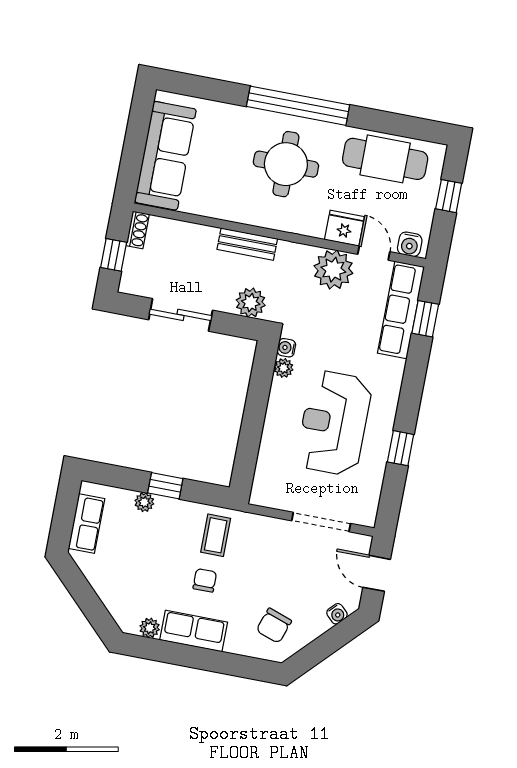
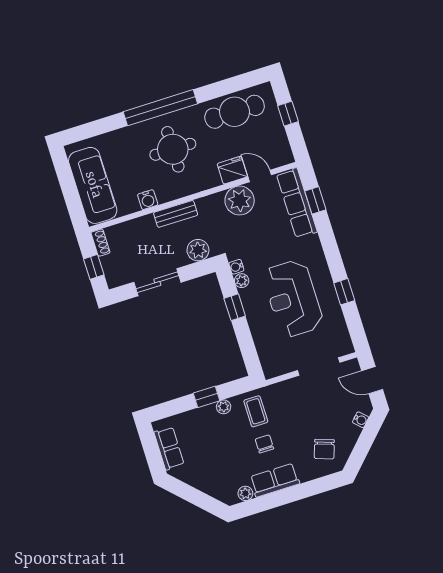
water cooler: (410, 244) -> (148, 200), moved
window: (258, 396) -> (235, 307), added
plant: (144, 502) -> (224, 407), moved

